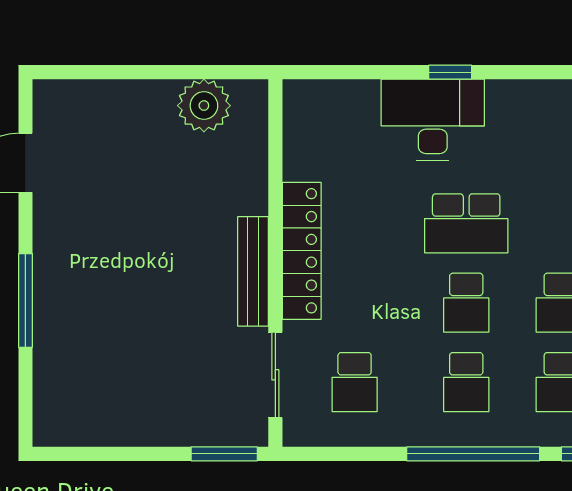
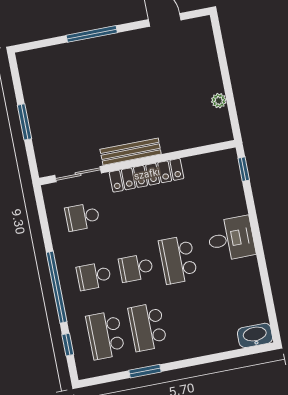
window: (450, 72) -> (244, 169), moved
plant: (204, 106) -> (219, 101), width x0.53, depth x0.53
desk: (433, 120) -> (231, 239), width x0.73
window: (224, 454) -> (24, 122), moved

